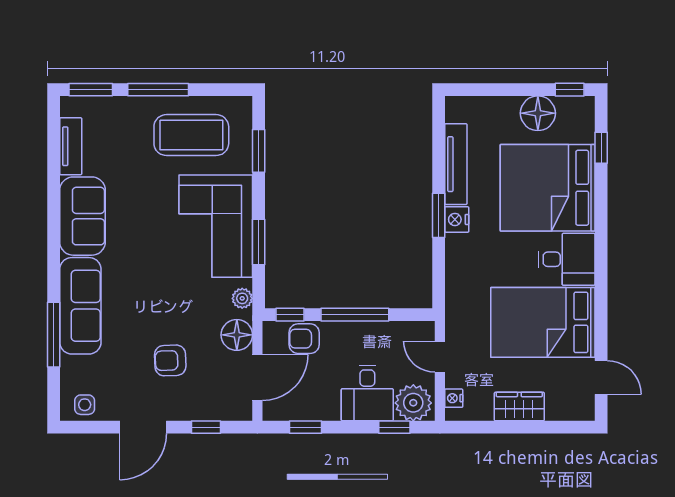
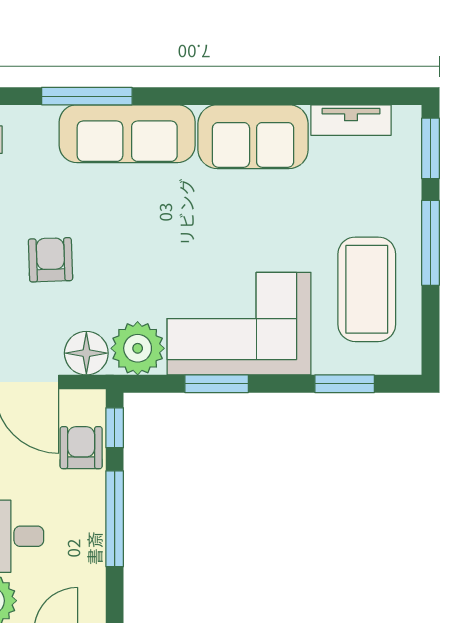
plant: (242, 298) -> (138, 348), width x1.87, depth x1.87

